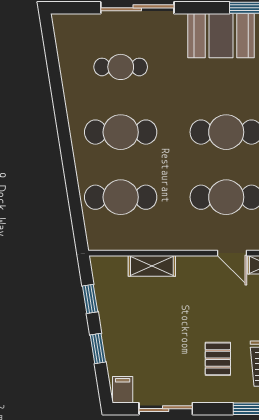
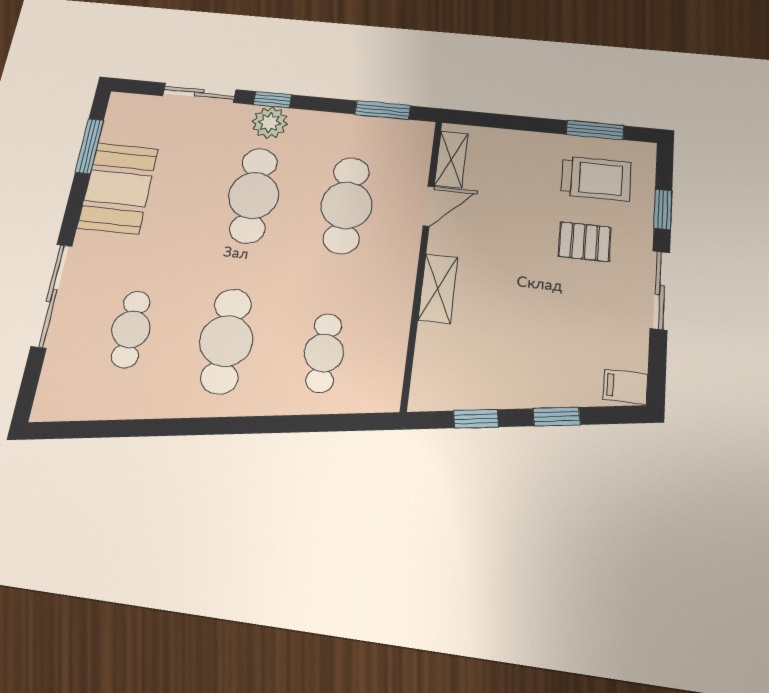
cafe table: (121, 197) -> (324, 353), width x0.73, depth x0.74
shelving: (152, 266) -> (438, 288), moved
sliding door: (166, 409) -> (660, 290), moved

